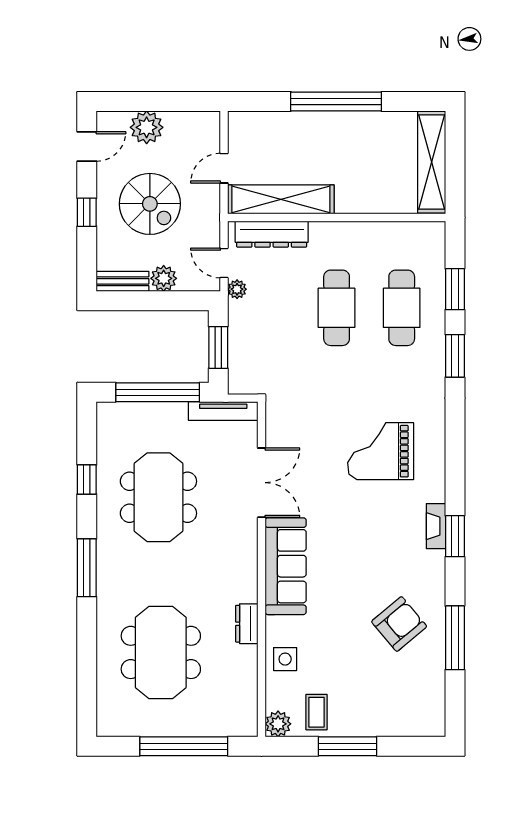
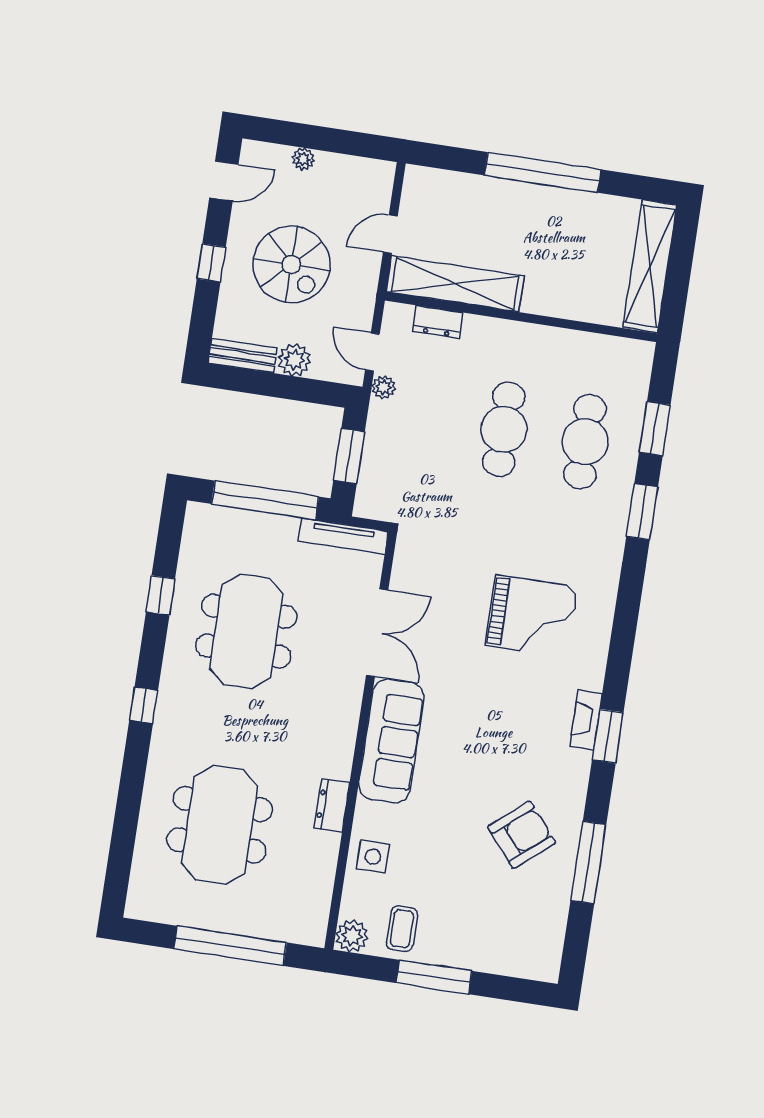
plant: (147, 127) -> (303, 159), width x0.53, depth x0.53
dresser: (272, 234) -> (438, 322), width x0.51, depth x0.80
grand piano: (381, 451) -> (531, 616), turned 180
window: (87, 568) -> (144, 705), width x0.46

